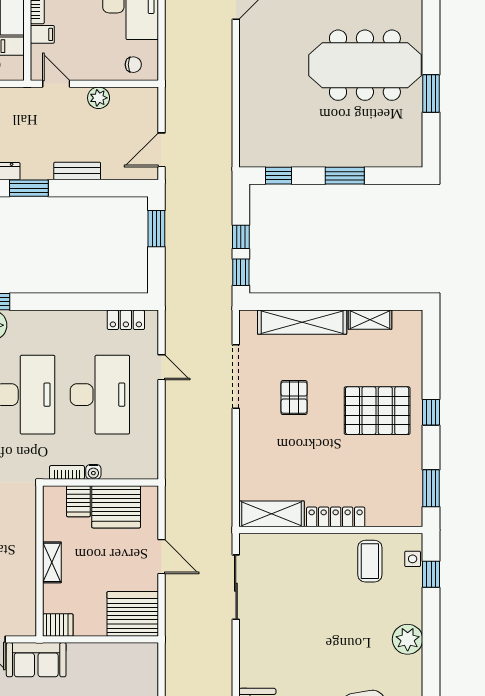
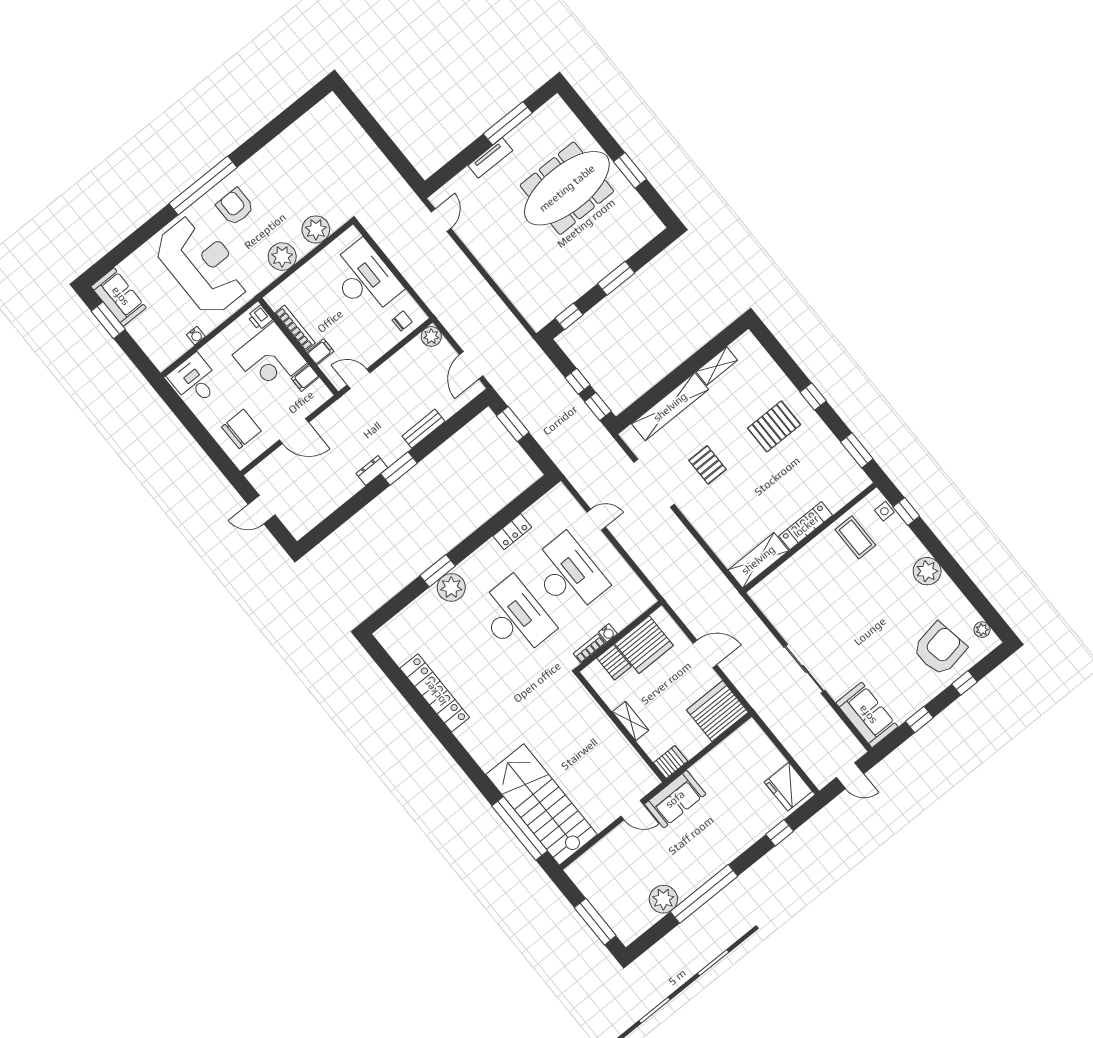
plant: (99, 98) -> (431, 336), moved
locker: (126, 320) -> (512, 532), moved
pallet: (377, 411) -> (774, 426), width x0.73, depth x0.71
sliding door: (236, 587) -> (804, 669), moved

